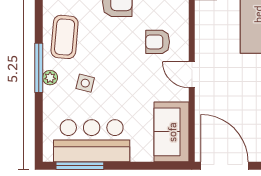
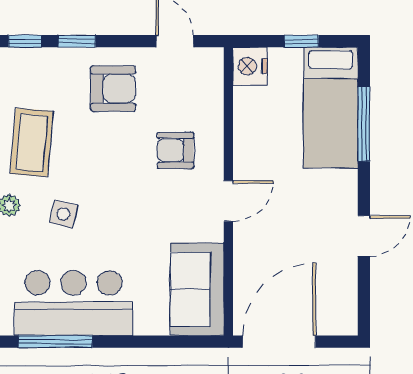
door: (192, 75) -> (228, 201), swing flipped
door: (225, 166) -> (279, 342), hinge flipped

